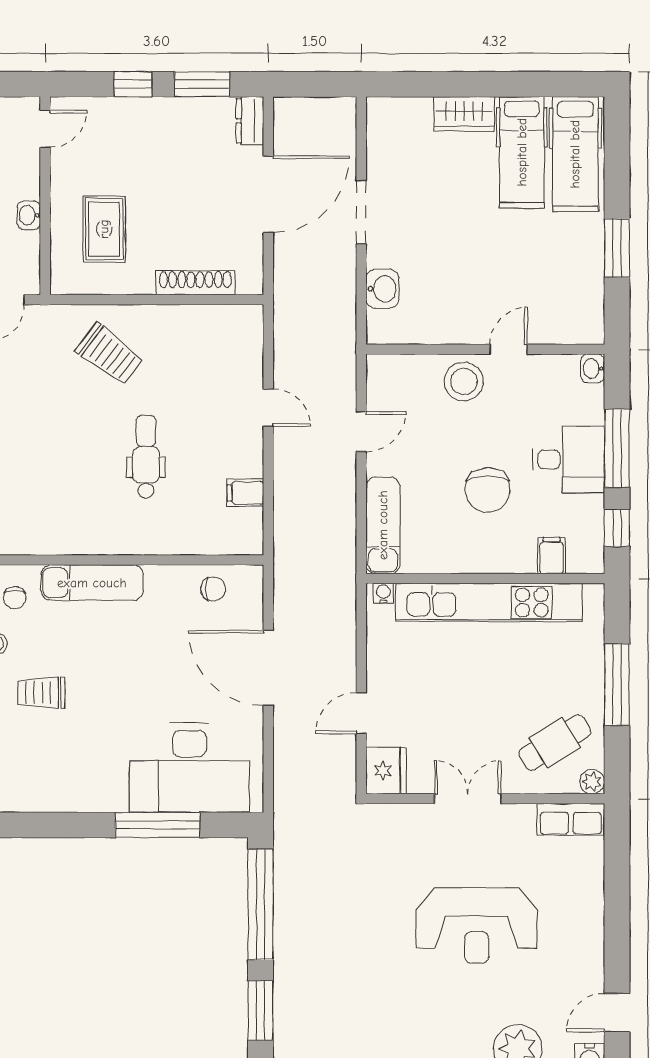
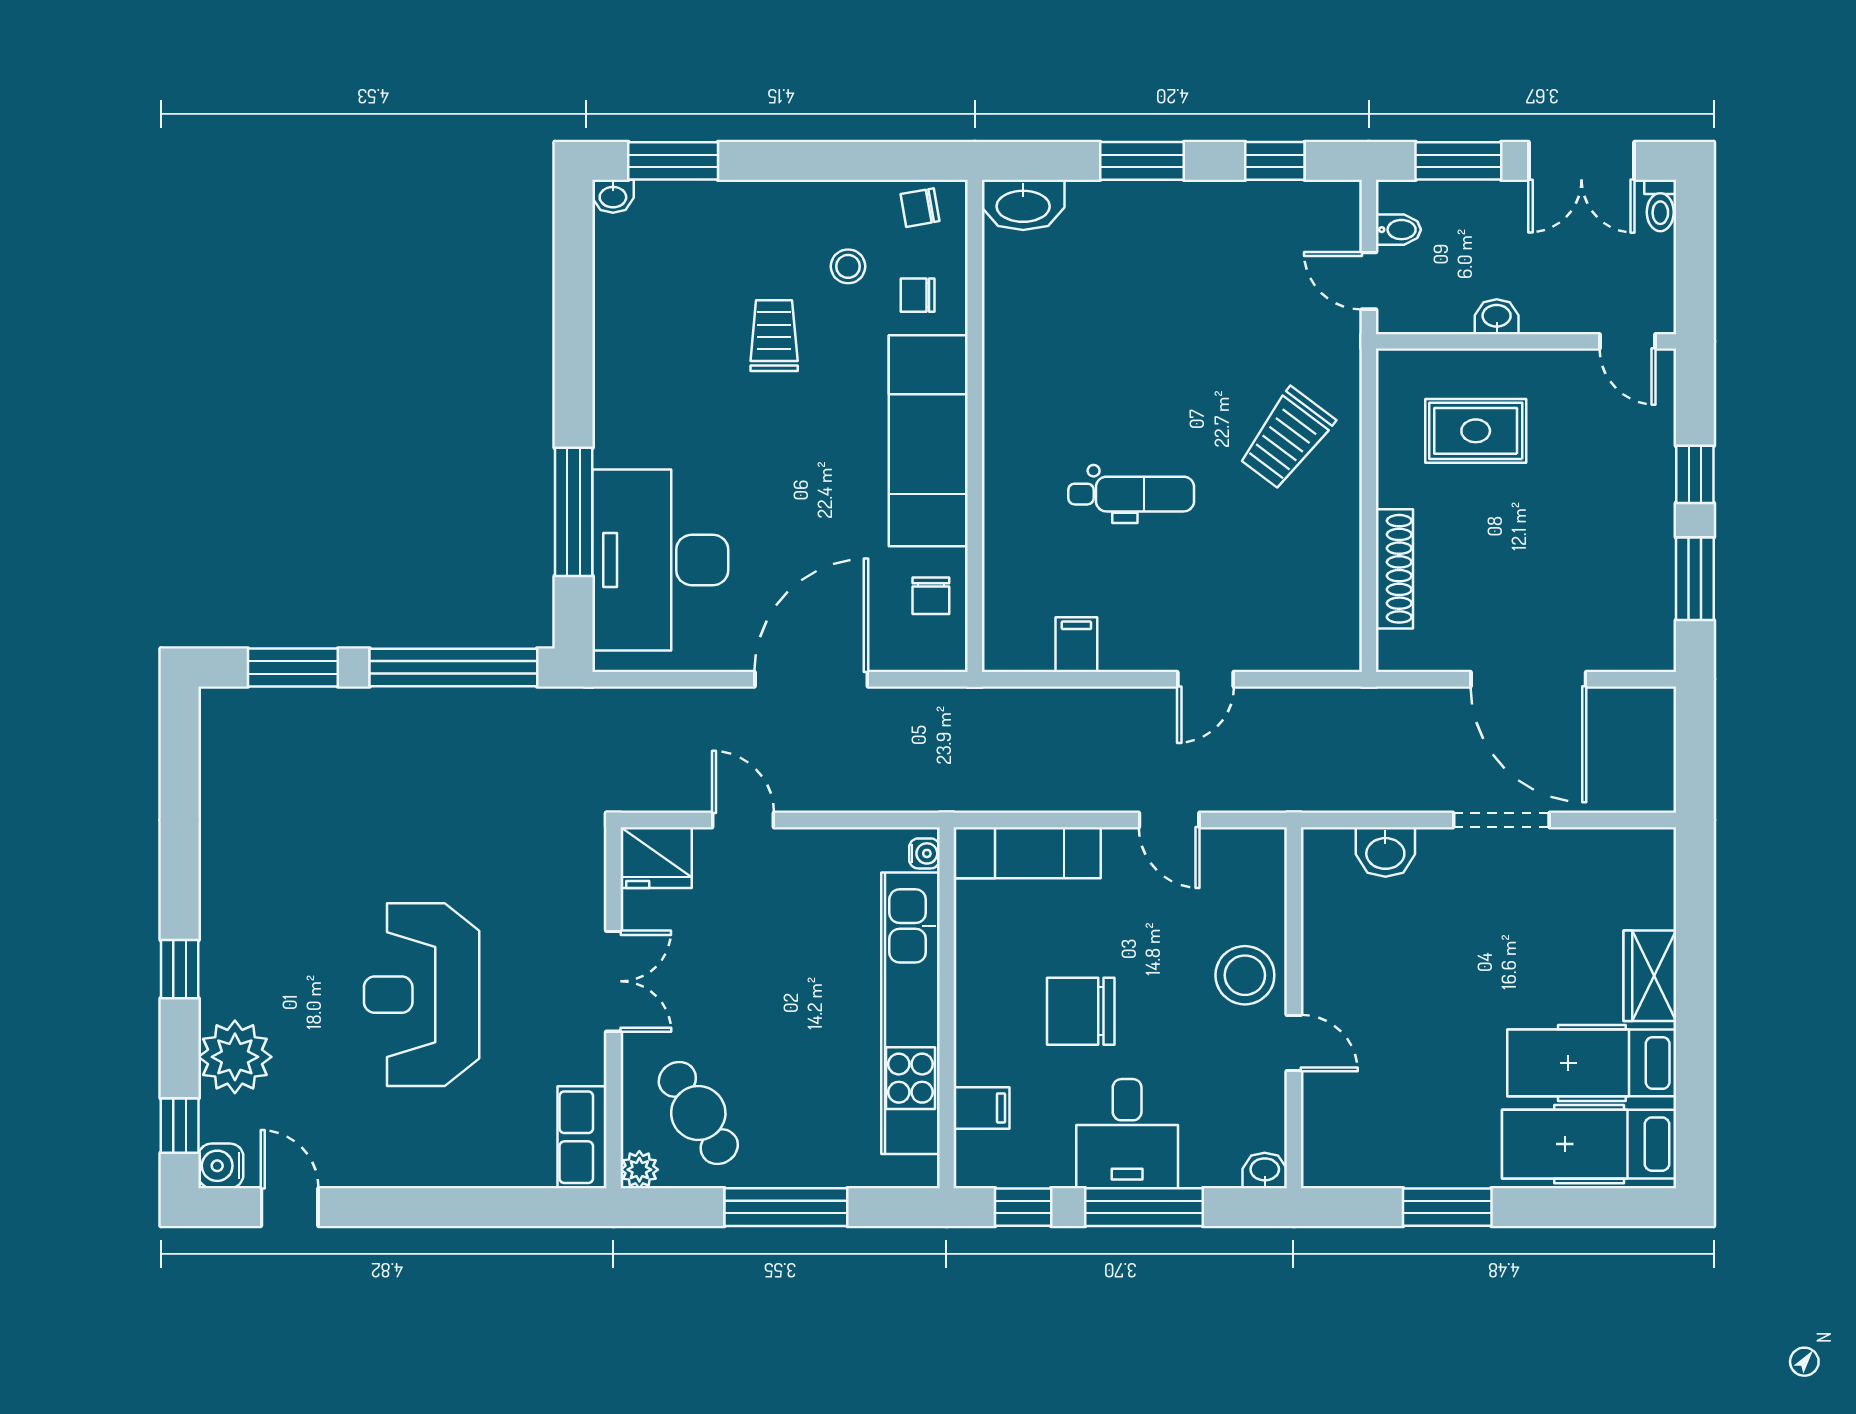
dresser: (250, 121) -> (1639, 652), removed
exam couch: (92, 583) -> (928, 441), width x1.36, depth x1.45

